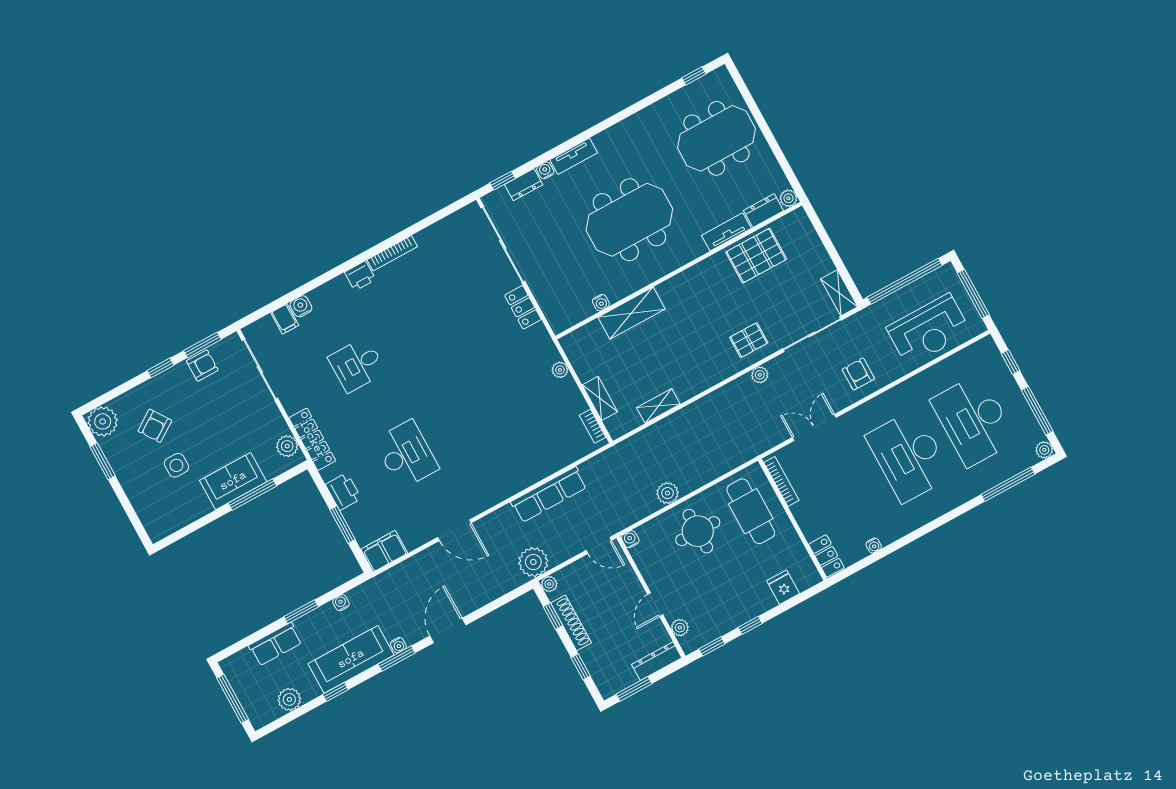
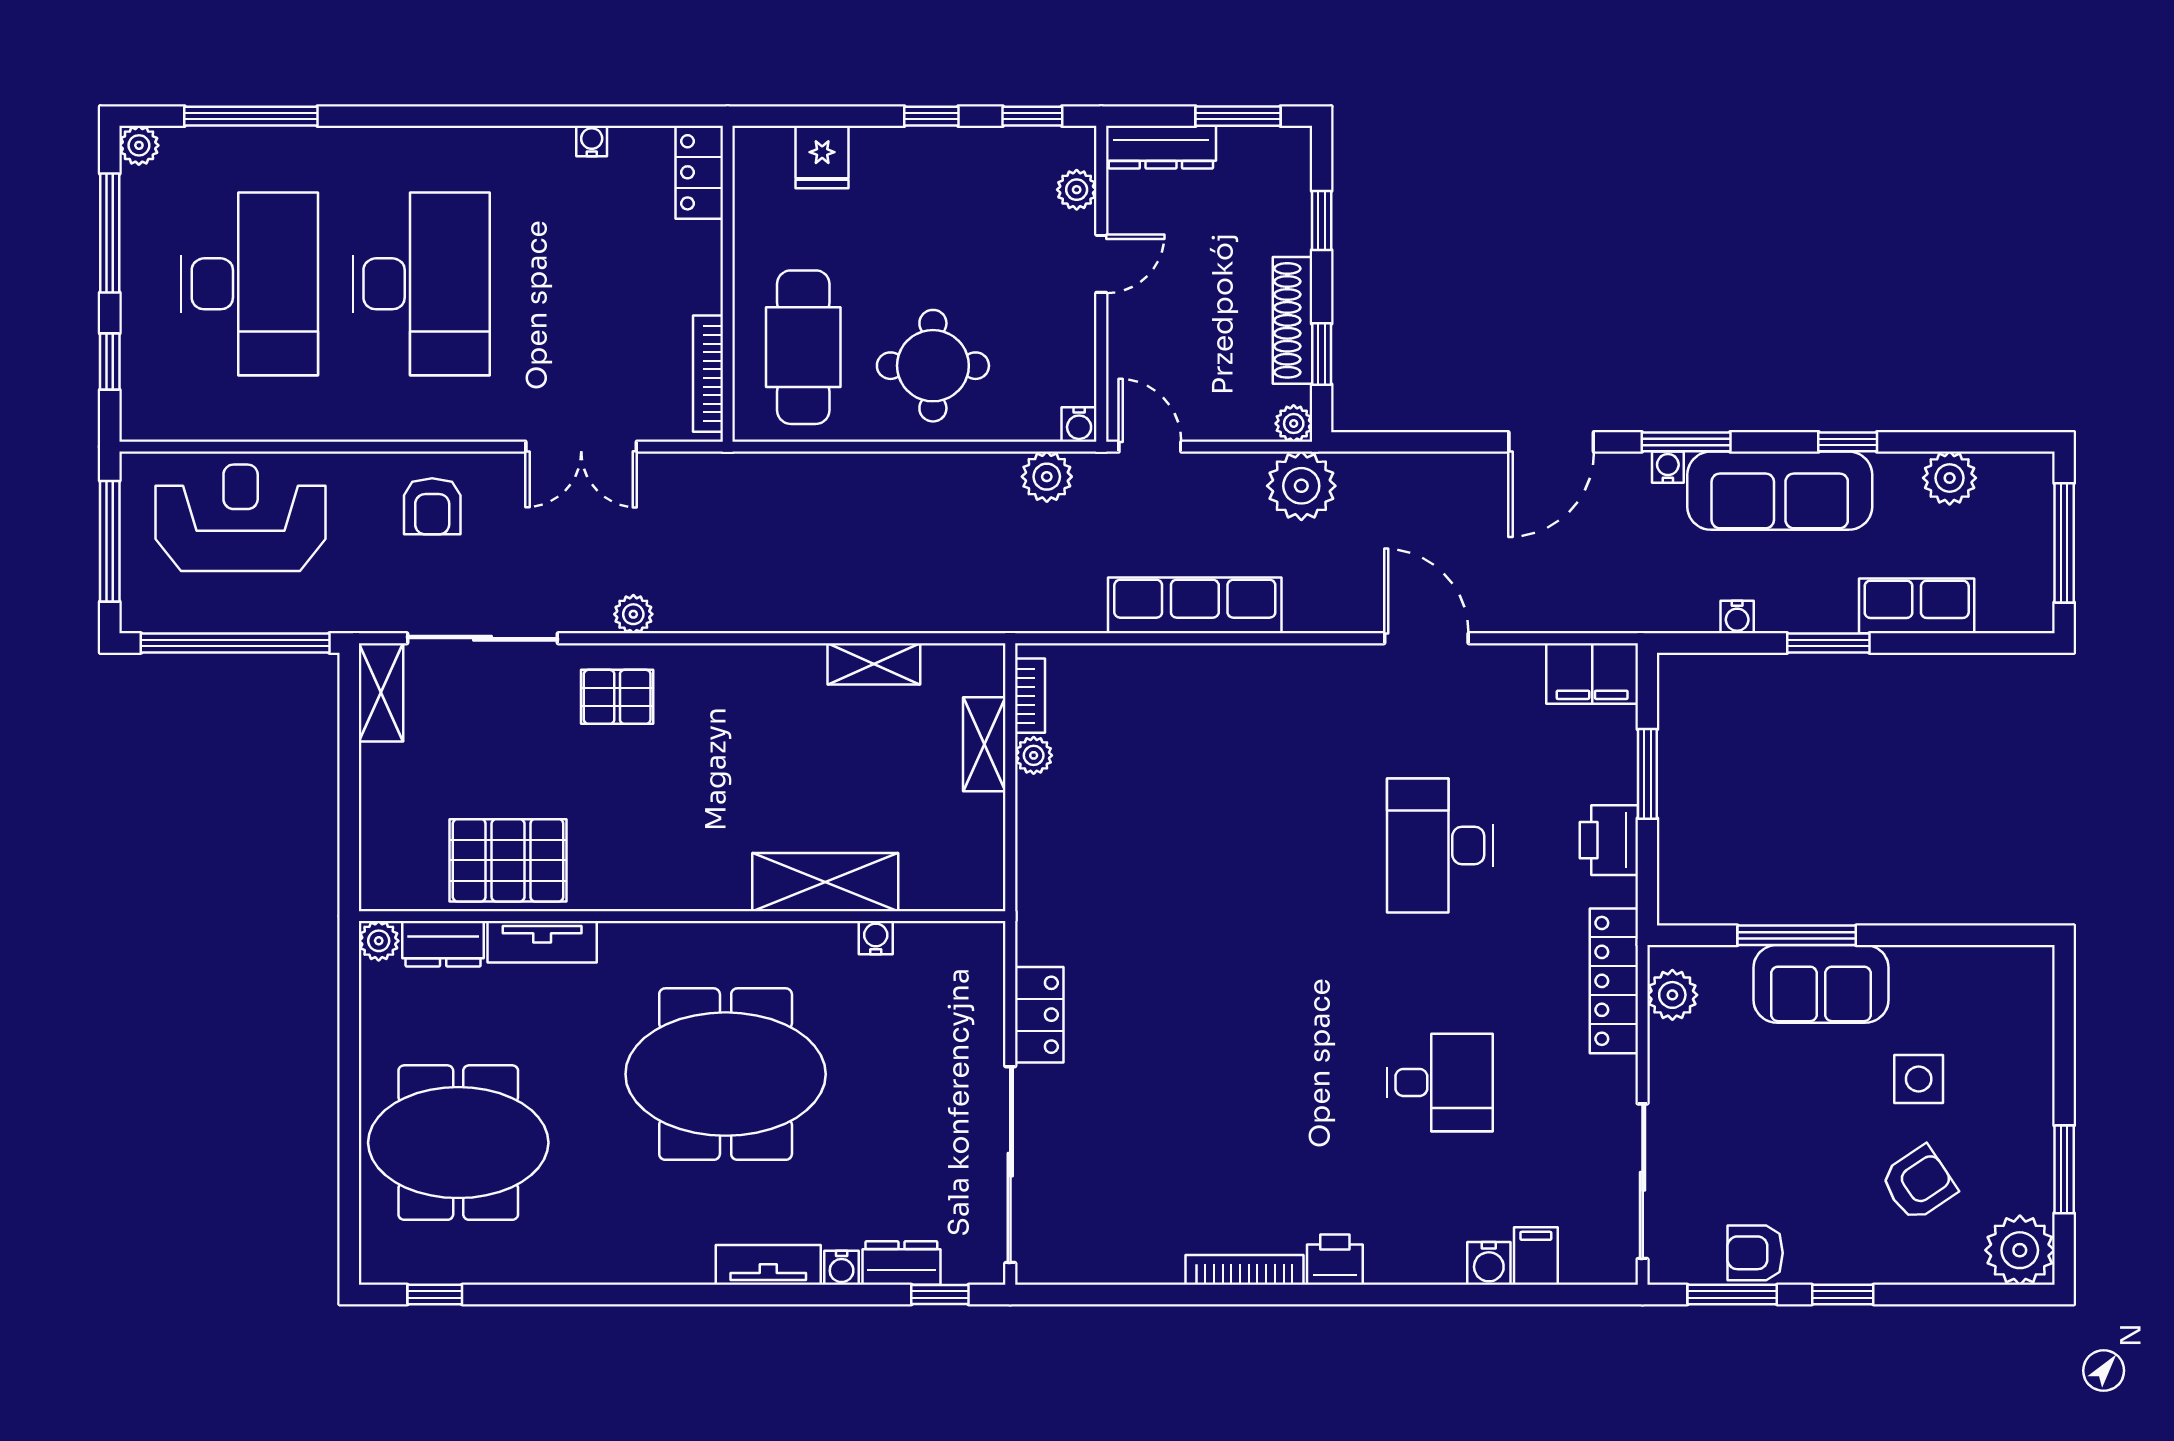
plant: (560, 370) -> (1034, 755), moved
plant: (668, 493) -> (1047, 477), moved

